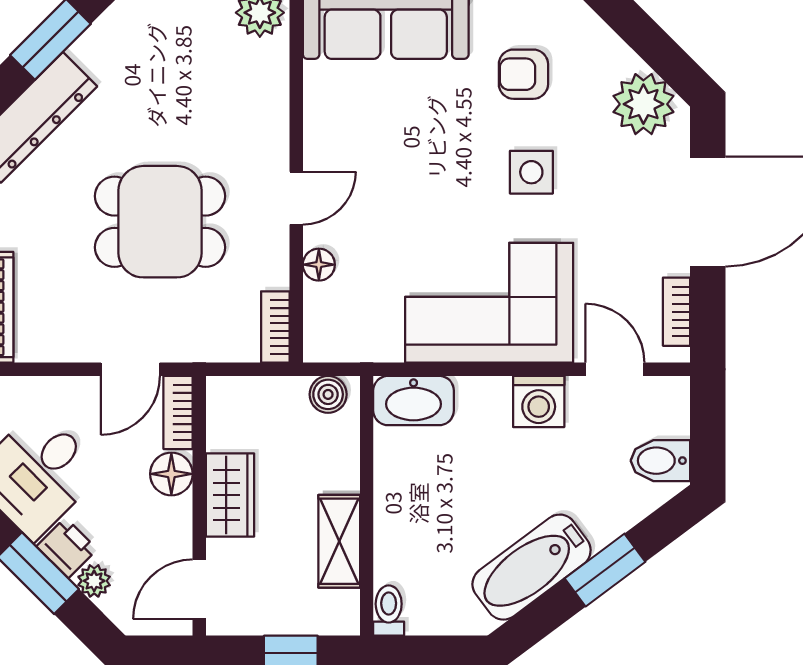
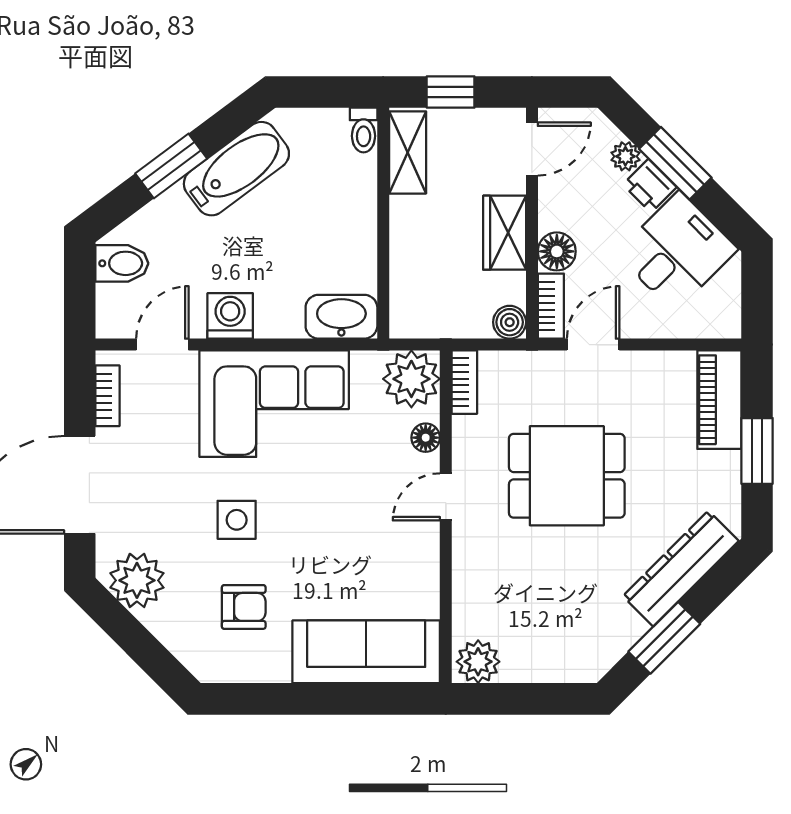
plant: (335, 331) -> (411, 379), added
door: (615, 369) -> (162, 345), swing flipped
boiler: (328, 394) -> (510, 322), moved
shelving: (339, 541) -> (408, 152), moved

